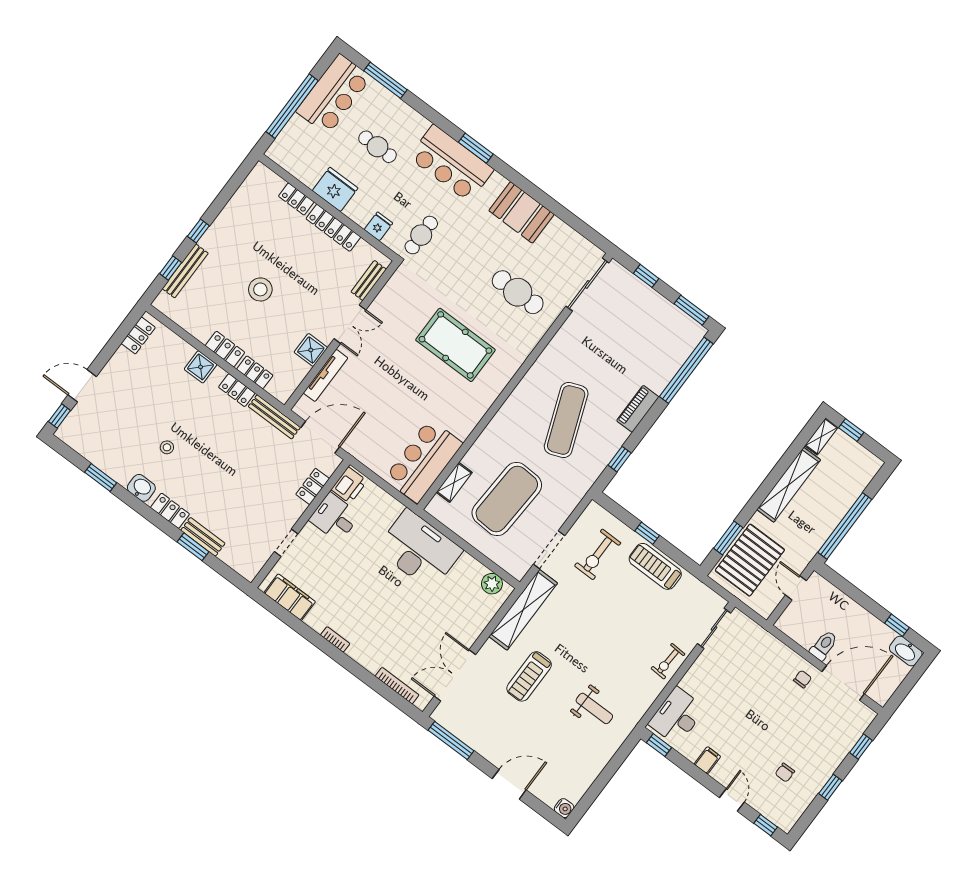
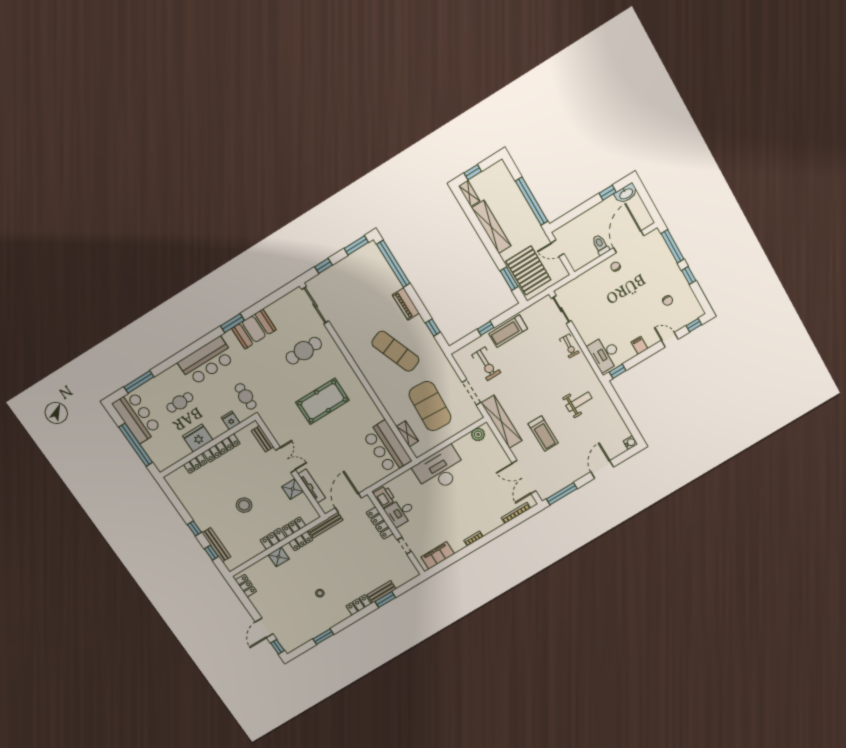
window: (476, 148) -> (232, 323), moved
locker: (313, 487) -> (380, 523), width x1.53
washbasin: (141, 488) -> (338, 616), removed
window: (861, 747) -> (672, 246), width x2.17

